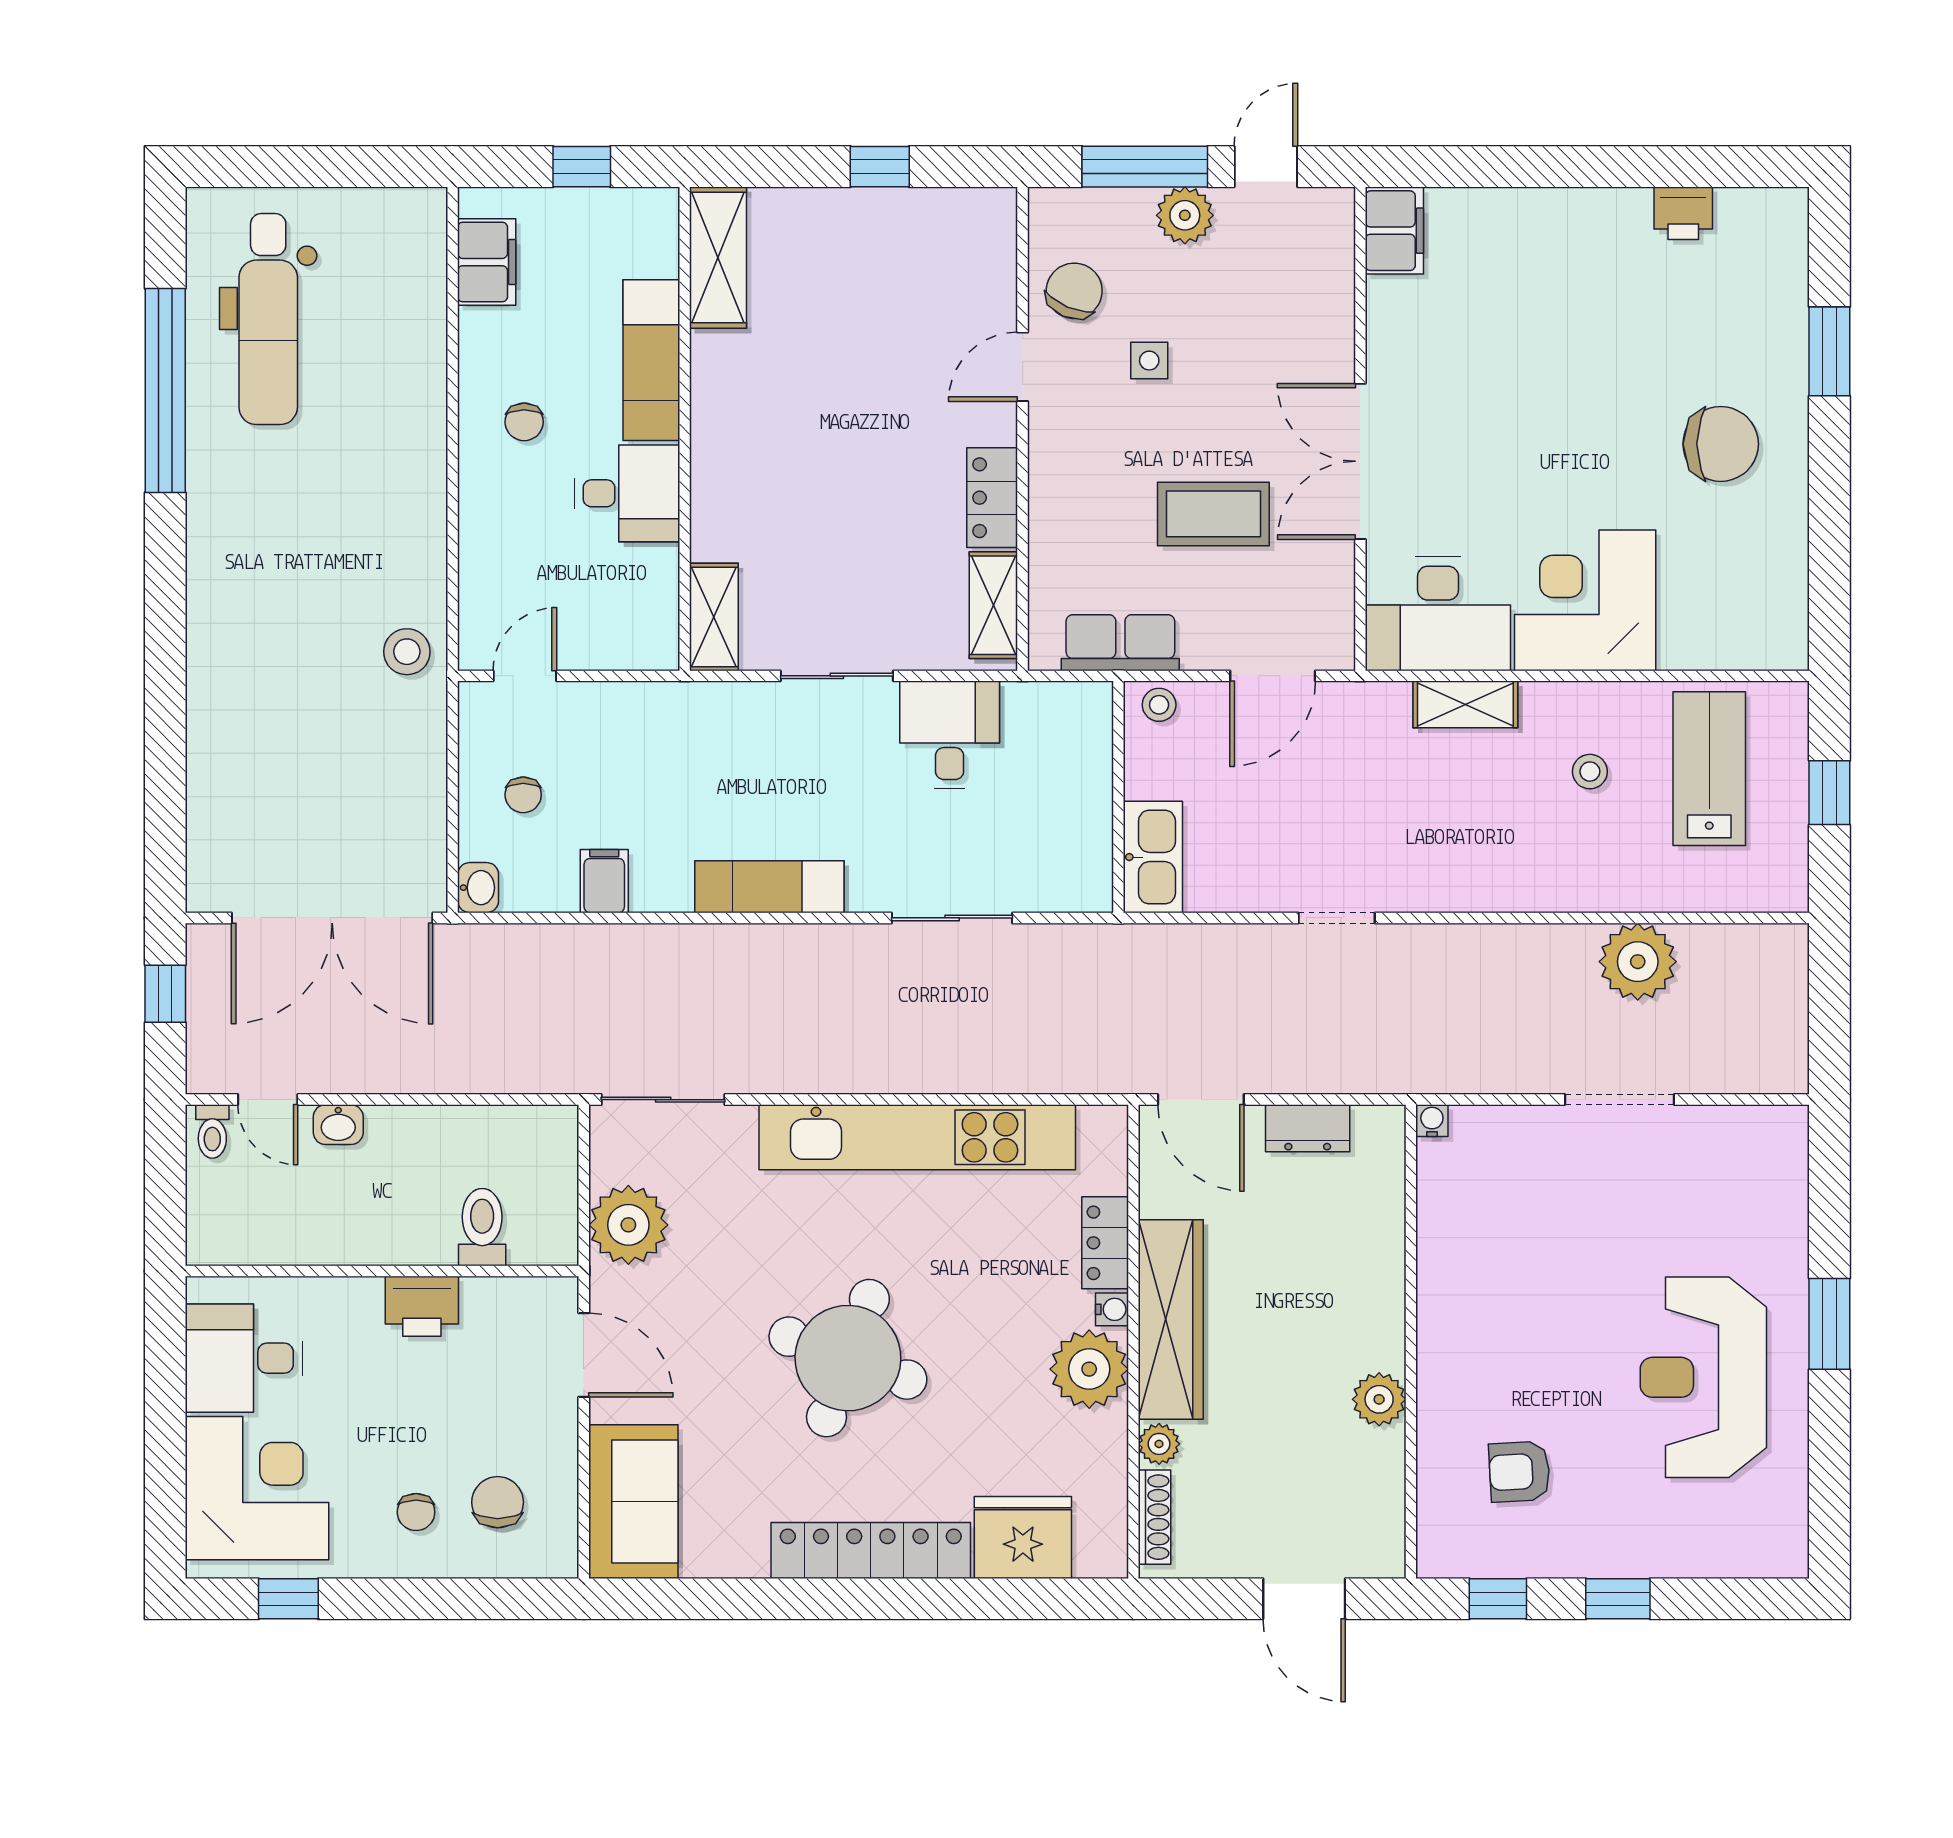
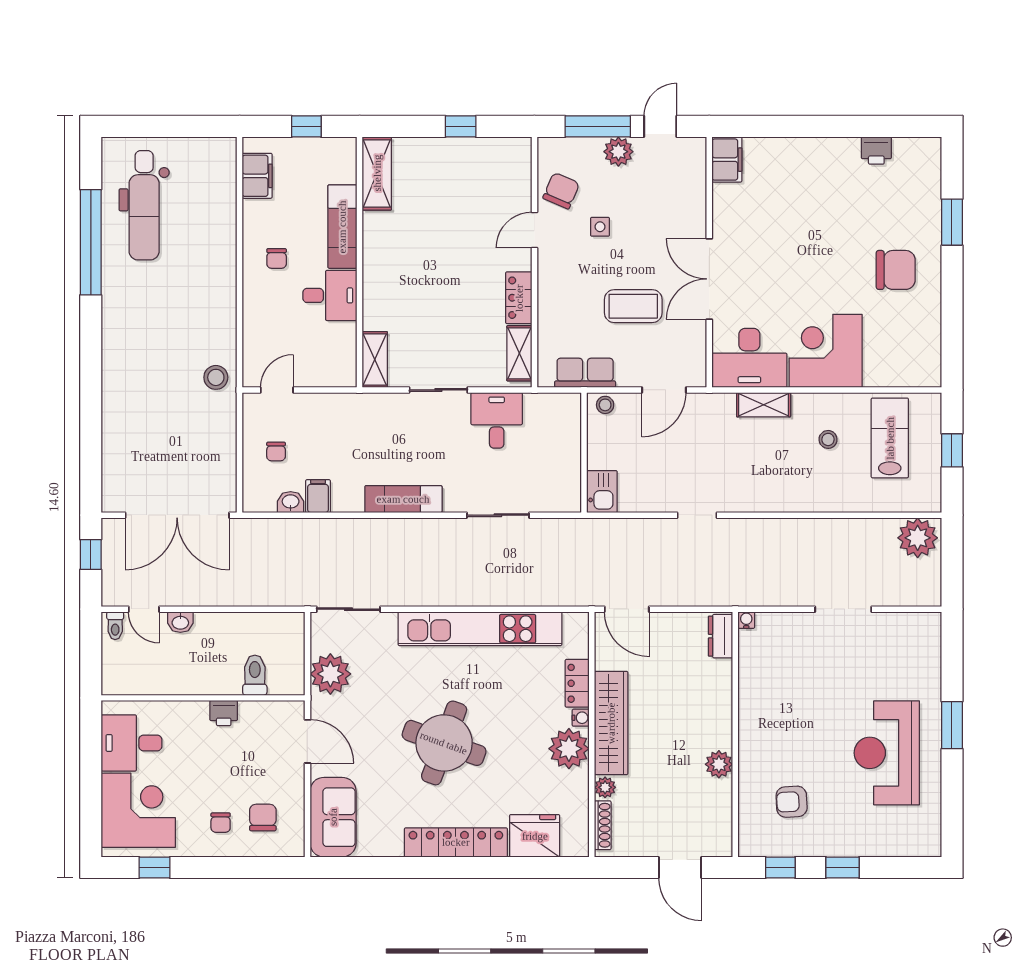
kitchen sink: (1153, 857) -> (602, 492), width x0.73
washbasin: (478, 888) -> (291, 502), moved, turned -90
plant: (1638, 962) -> (918, 538), moved
dresser: (1308, 1128) -> (721, 636), moved, turned 90
printer: (422, 1306) -> (224, 713), width x0.73, depth x0.81

